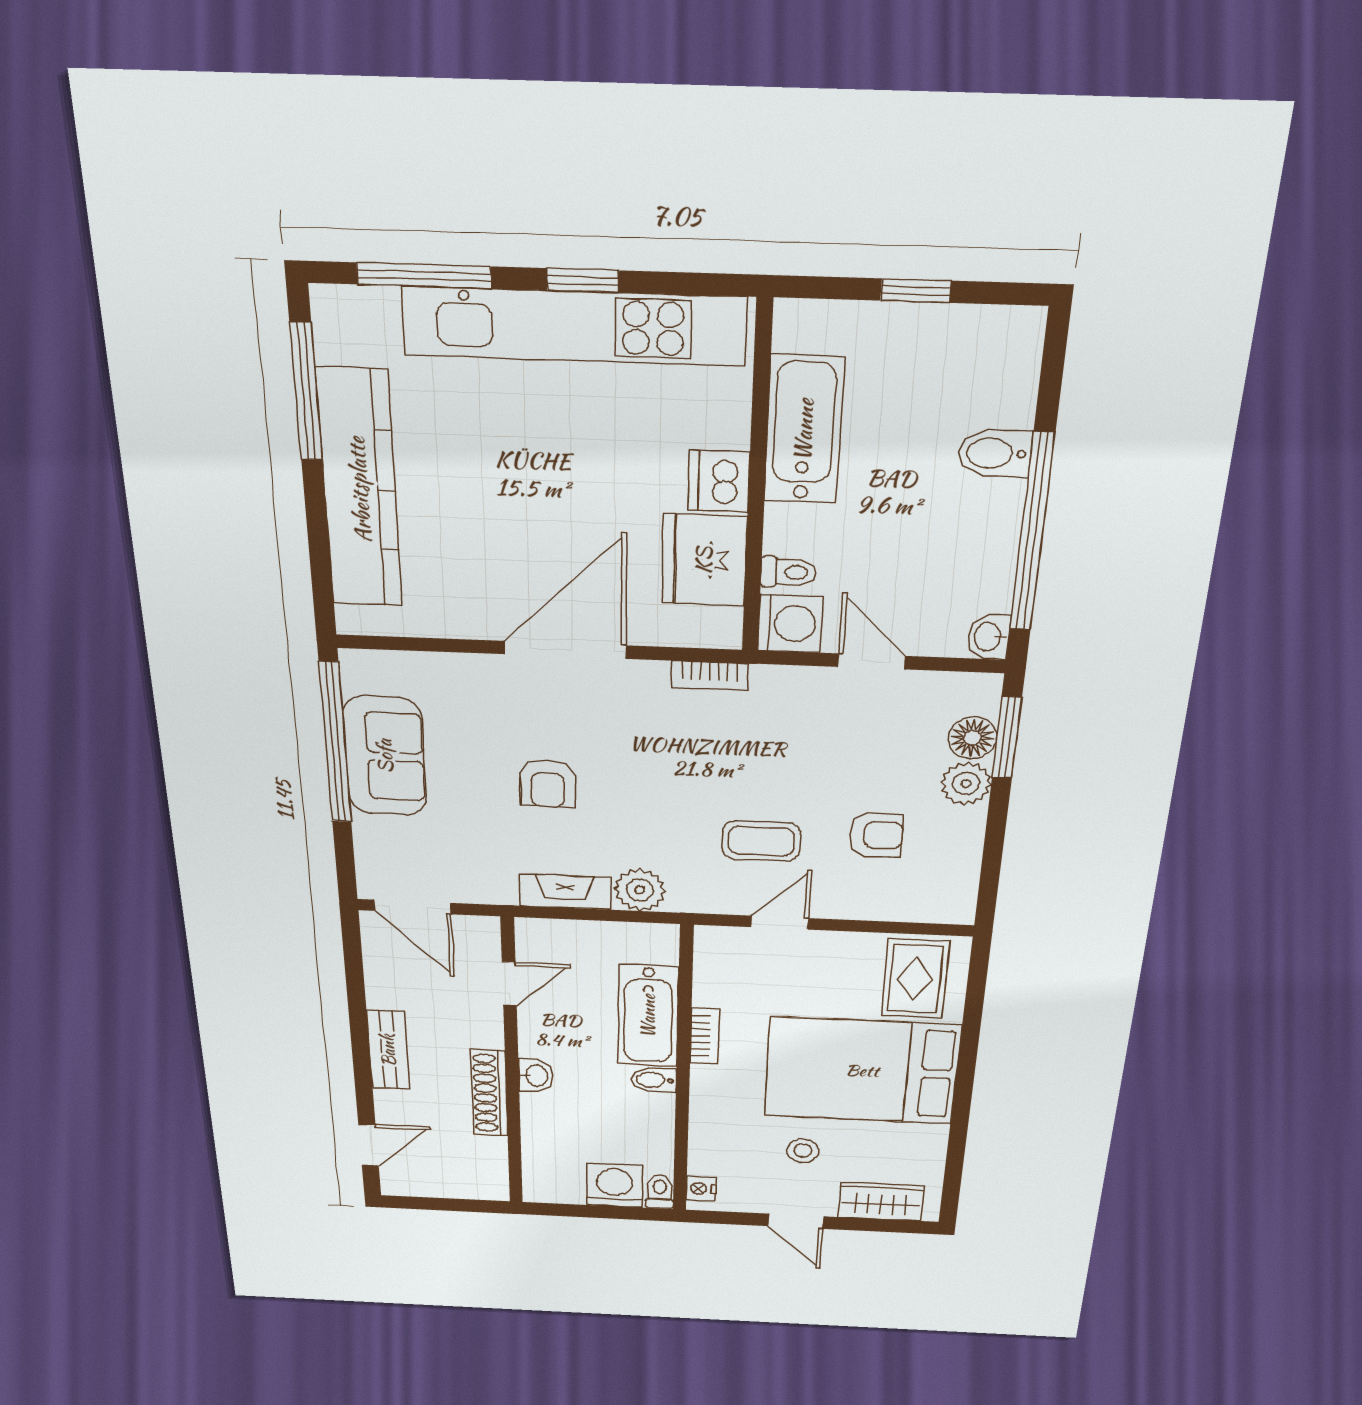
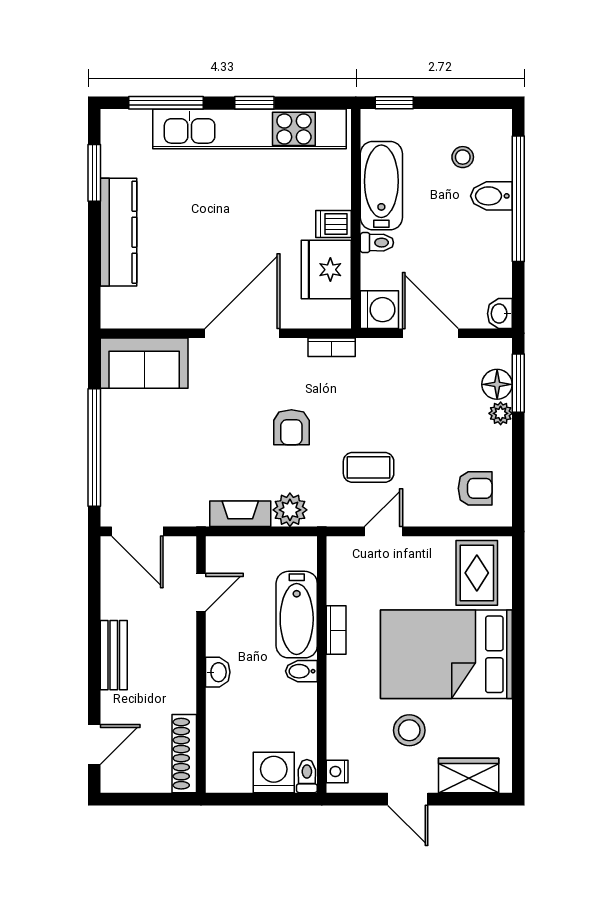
window: (916, 291) -> (394, 103), moved
stool: (951, 387) -> (463, 157), added
window: (306, 392) -> (94, 173), width x0.69
dishwasher: (719, 481) -> (334, 224), width x0.73
kitchen counter: (360, 490) -> (118, 232), width x0.72, depth x0.86
window: (1032, 533) -> (518, 199), moved
toilet: (789, 572) -> (377, 243), moved
door: (871, 661) -> (430, 333), width x1.38
window: (335, 743) -> (94, 448), moved
sofa: (385, 756) -> (144, 363), moved, turned 90
armchair: (548, 783) -> (291, 427), moved
plant: (966, 784) -> (501, 413), width x0.73, depth x0.73
armchair: (876, 835) -> (475, 488), moved
shoe rack: (489, 1093) -> (184, 754), moved
stool: (803, 1151) -> (409, 730), width x1.37, depth x1.37

